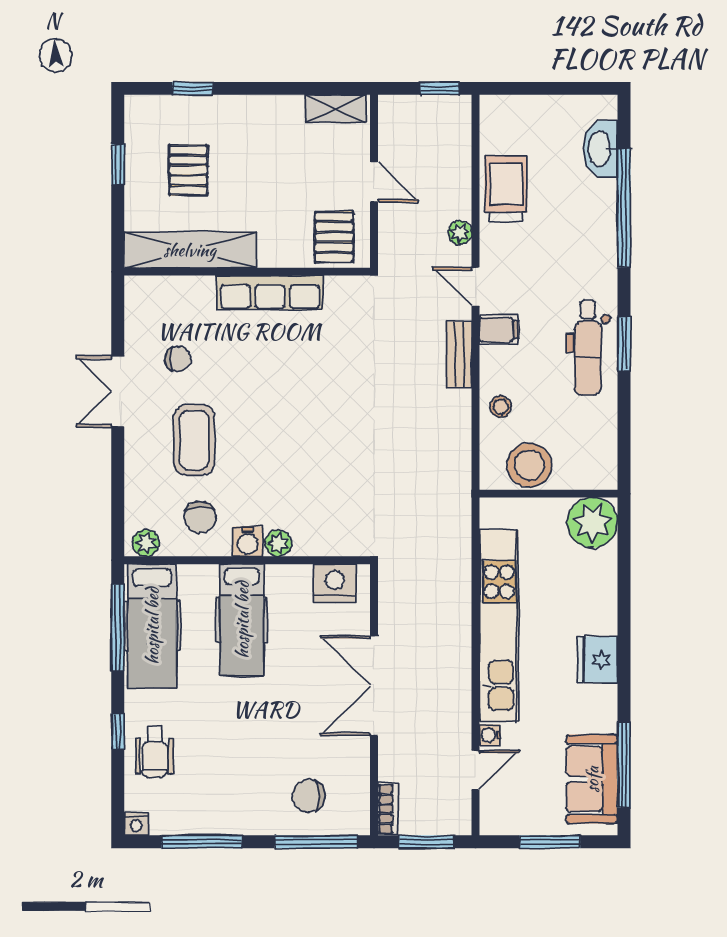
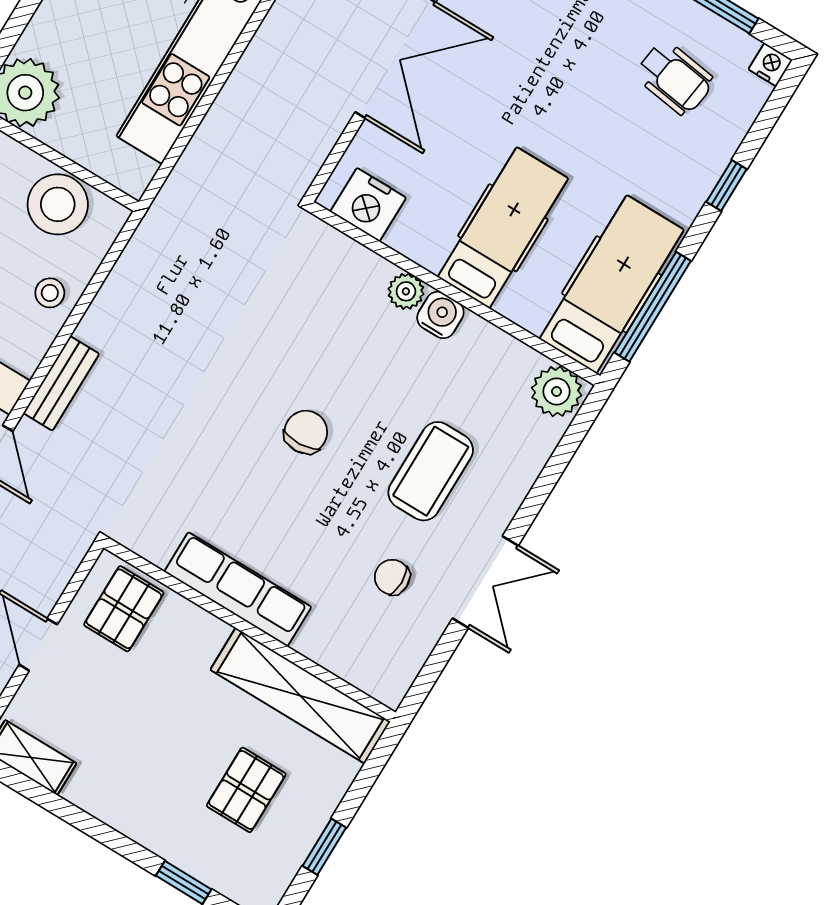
chair: (200, 517) -> (306, 432), moved
plant: (146, 543) -> (557, 391), width x1.38, depth x1.38
wheelchair: (155, 752) -> (675, 78), moved, turned 98

